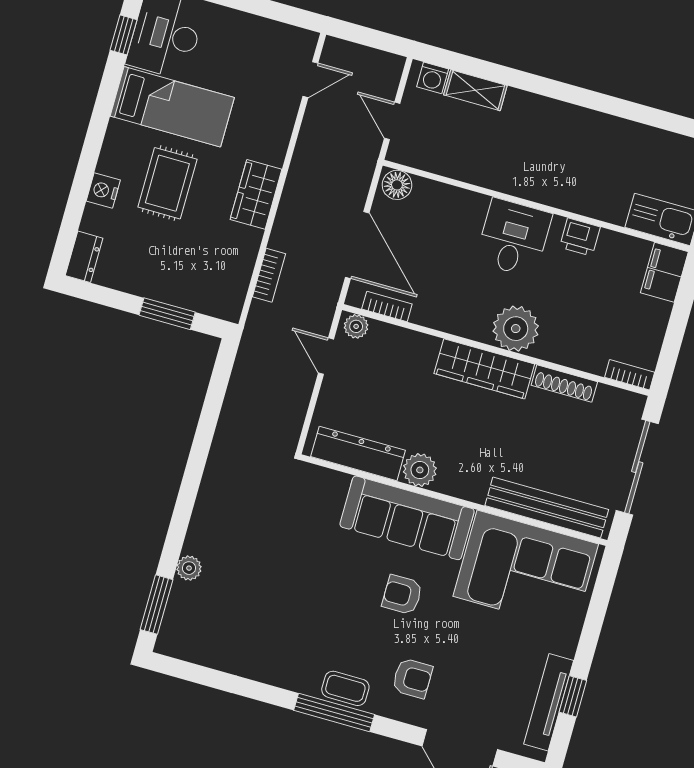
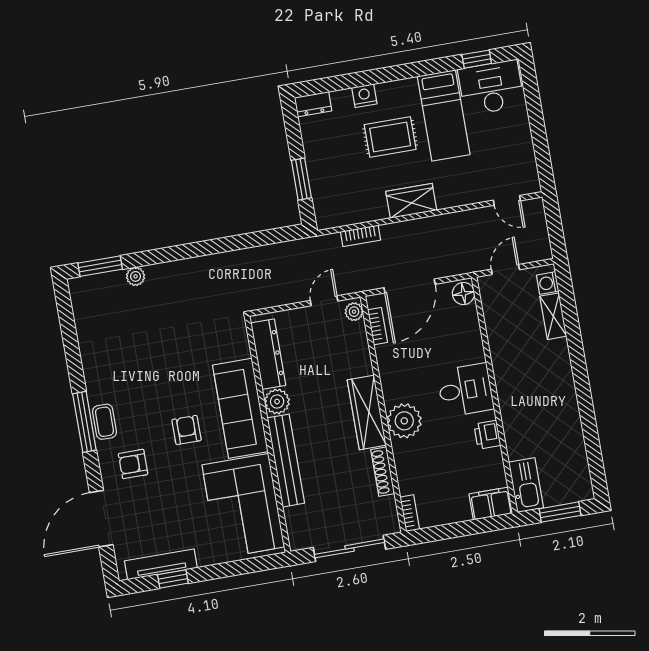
bench: (547, 508) -> (286, 461), moved
armchair: (412, 678) -> (133, 464), turned 90

